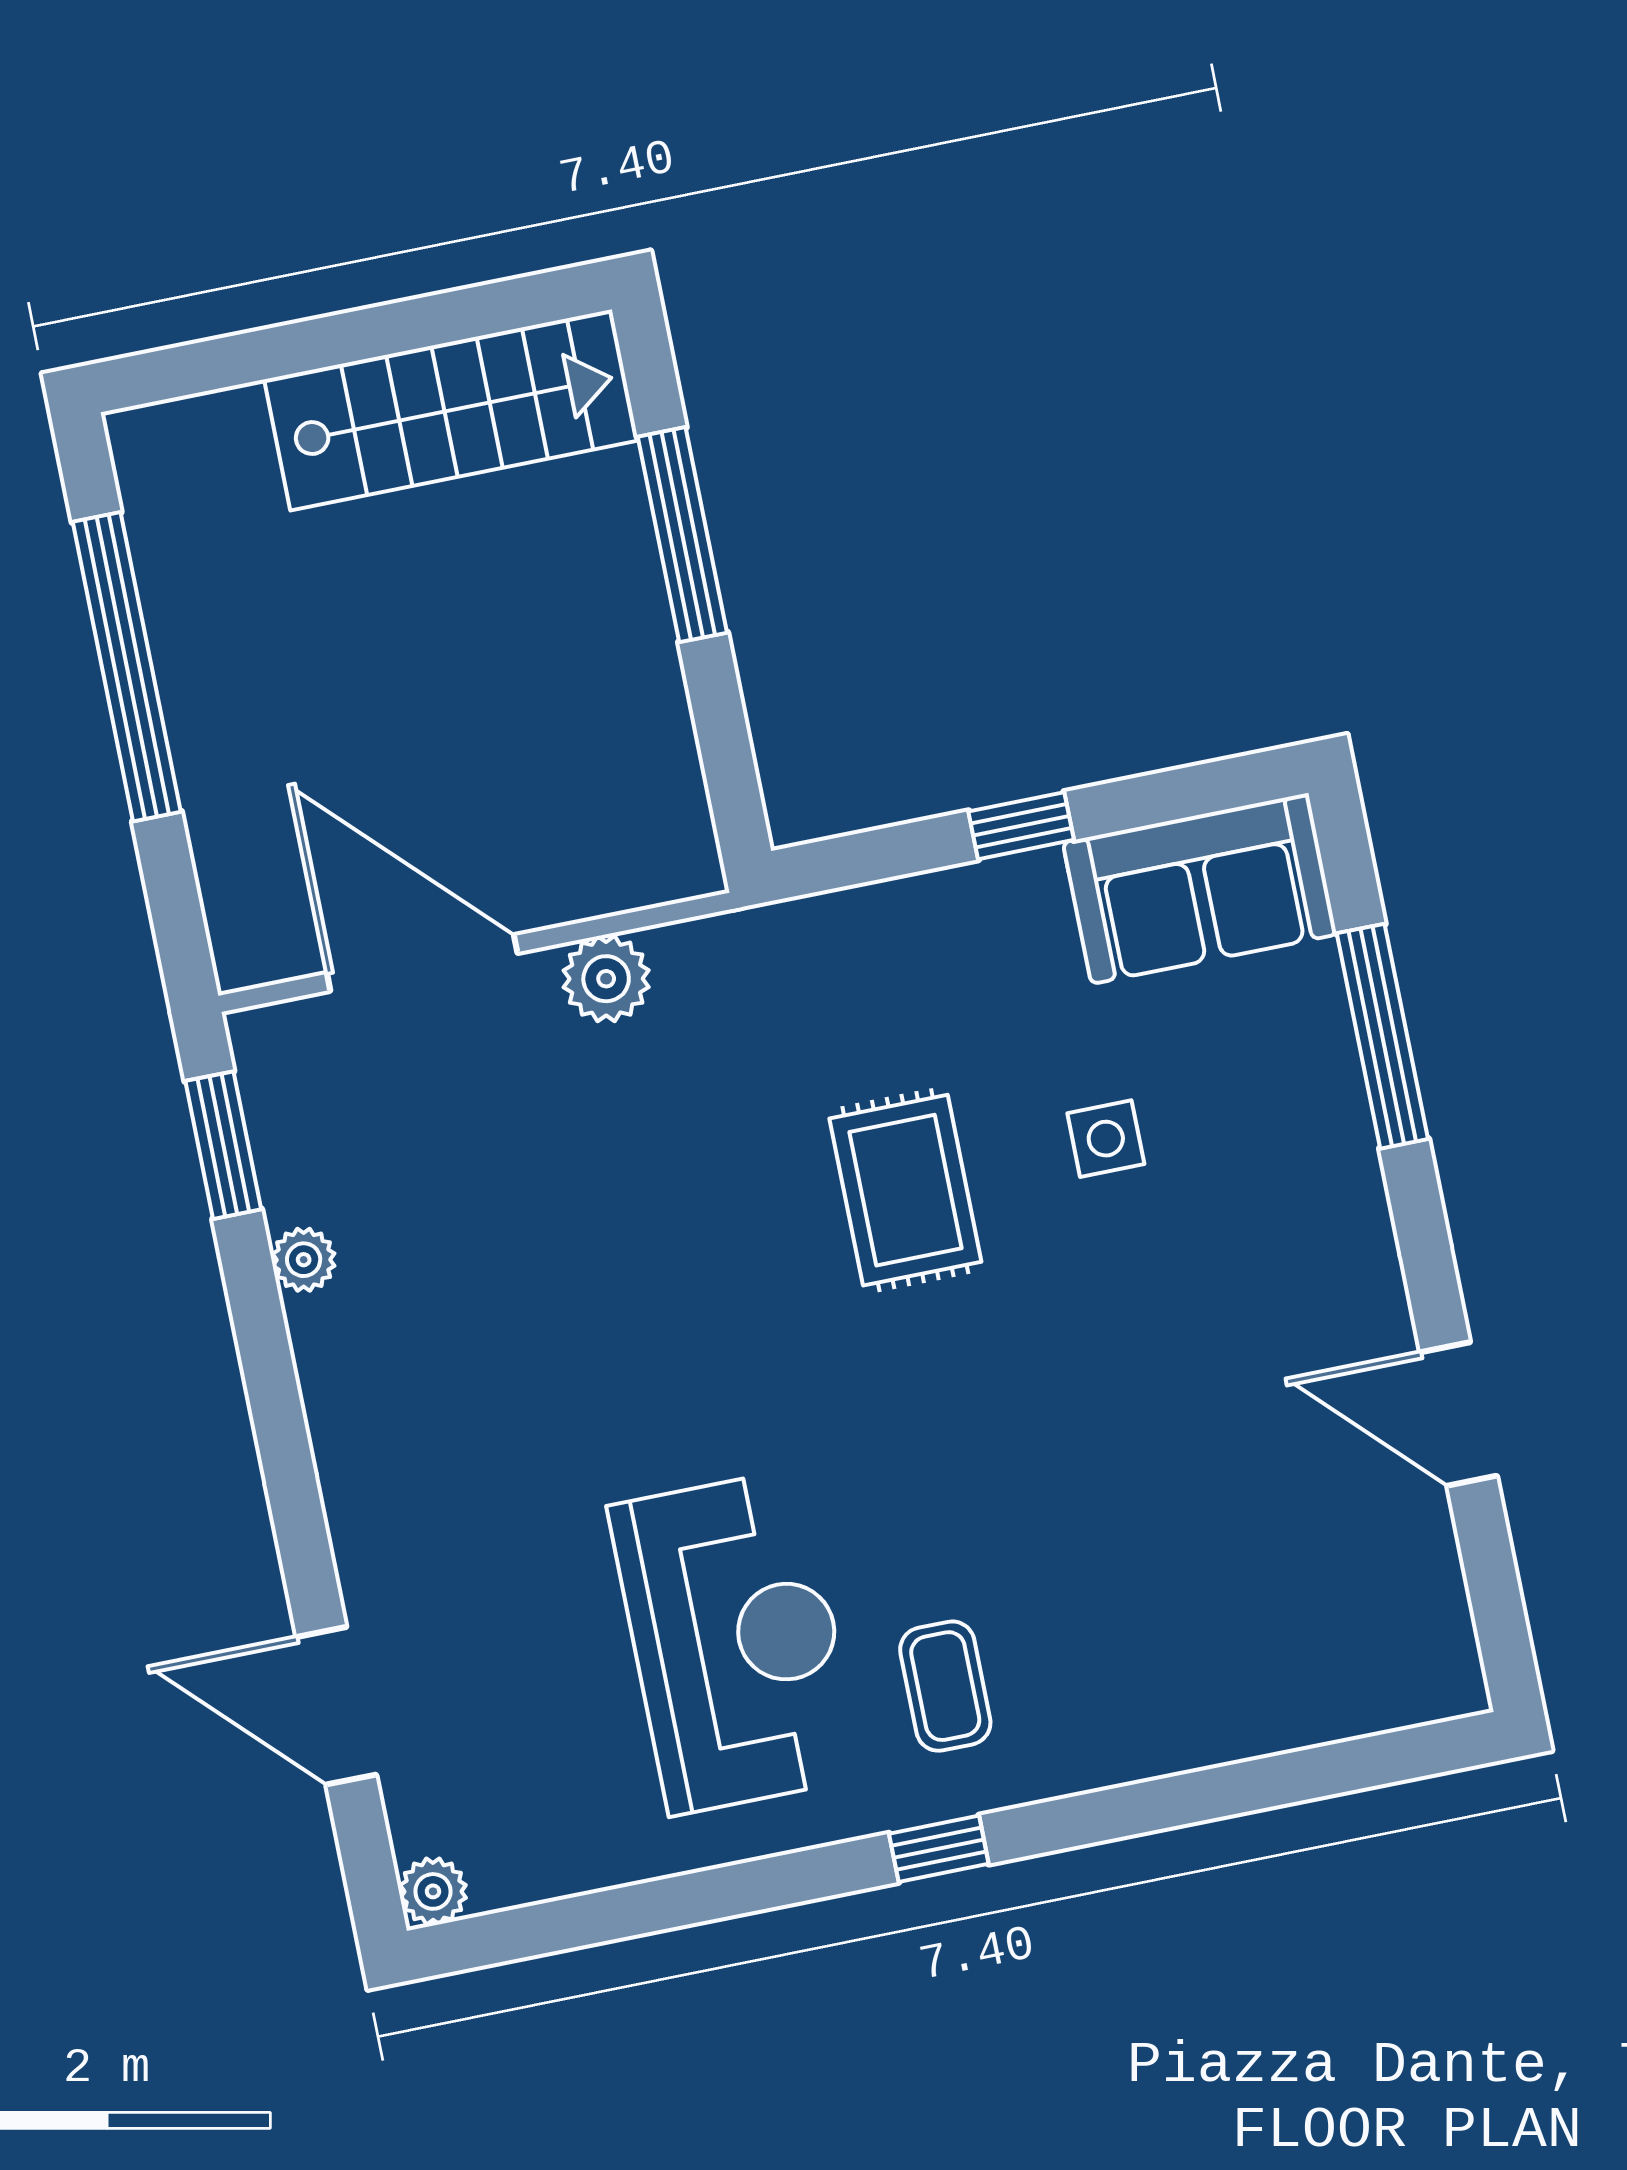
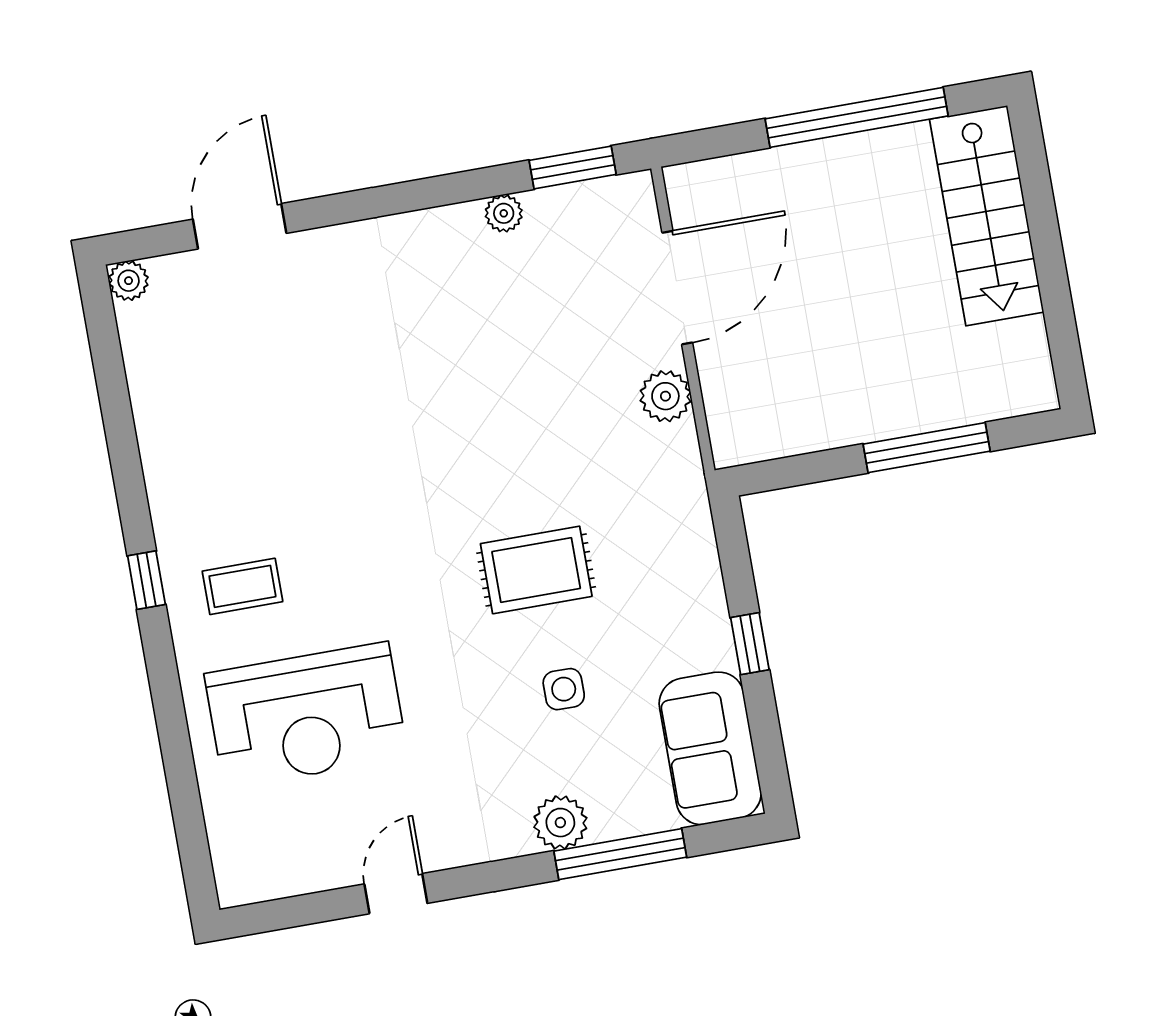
stairs: (451, 410) -> (987, 216), moved
plant: (1332, 1139) -> (560, 823), added
door: (1459, 1414) -> (396, 894), width x0.73
reception desk: (735, 1642) -> (306, 715), moved

